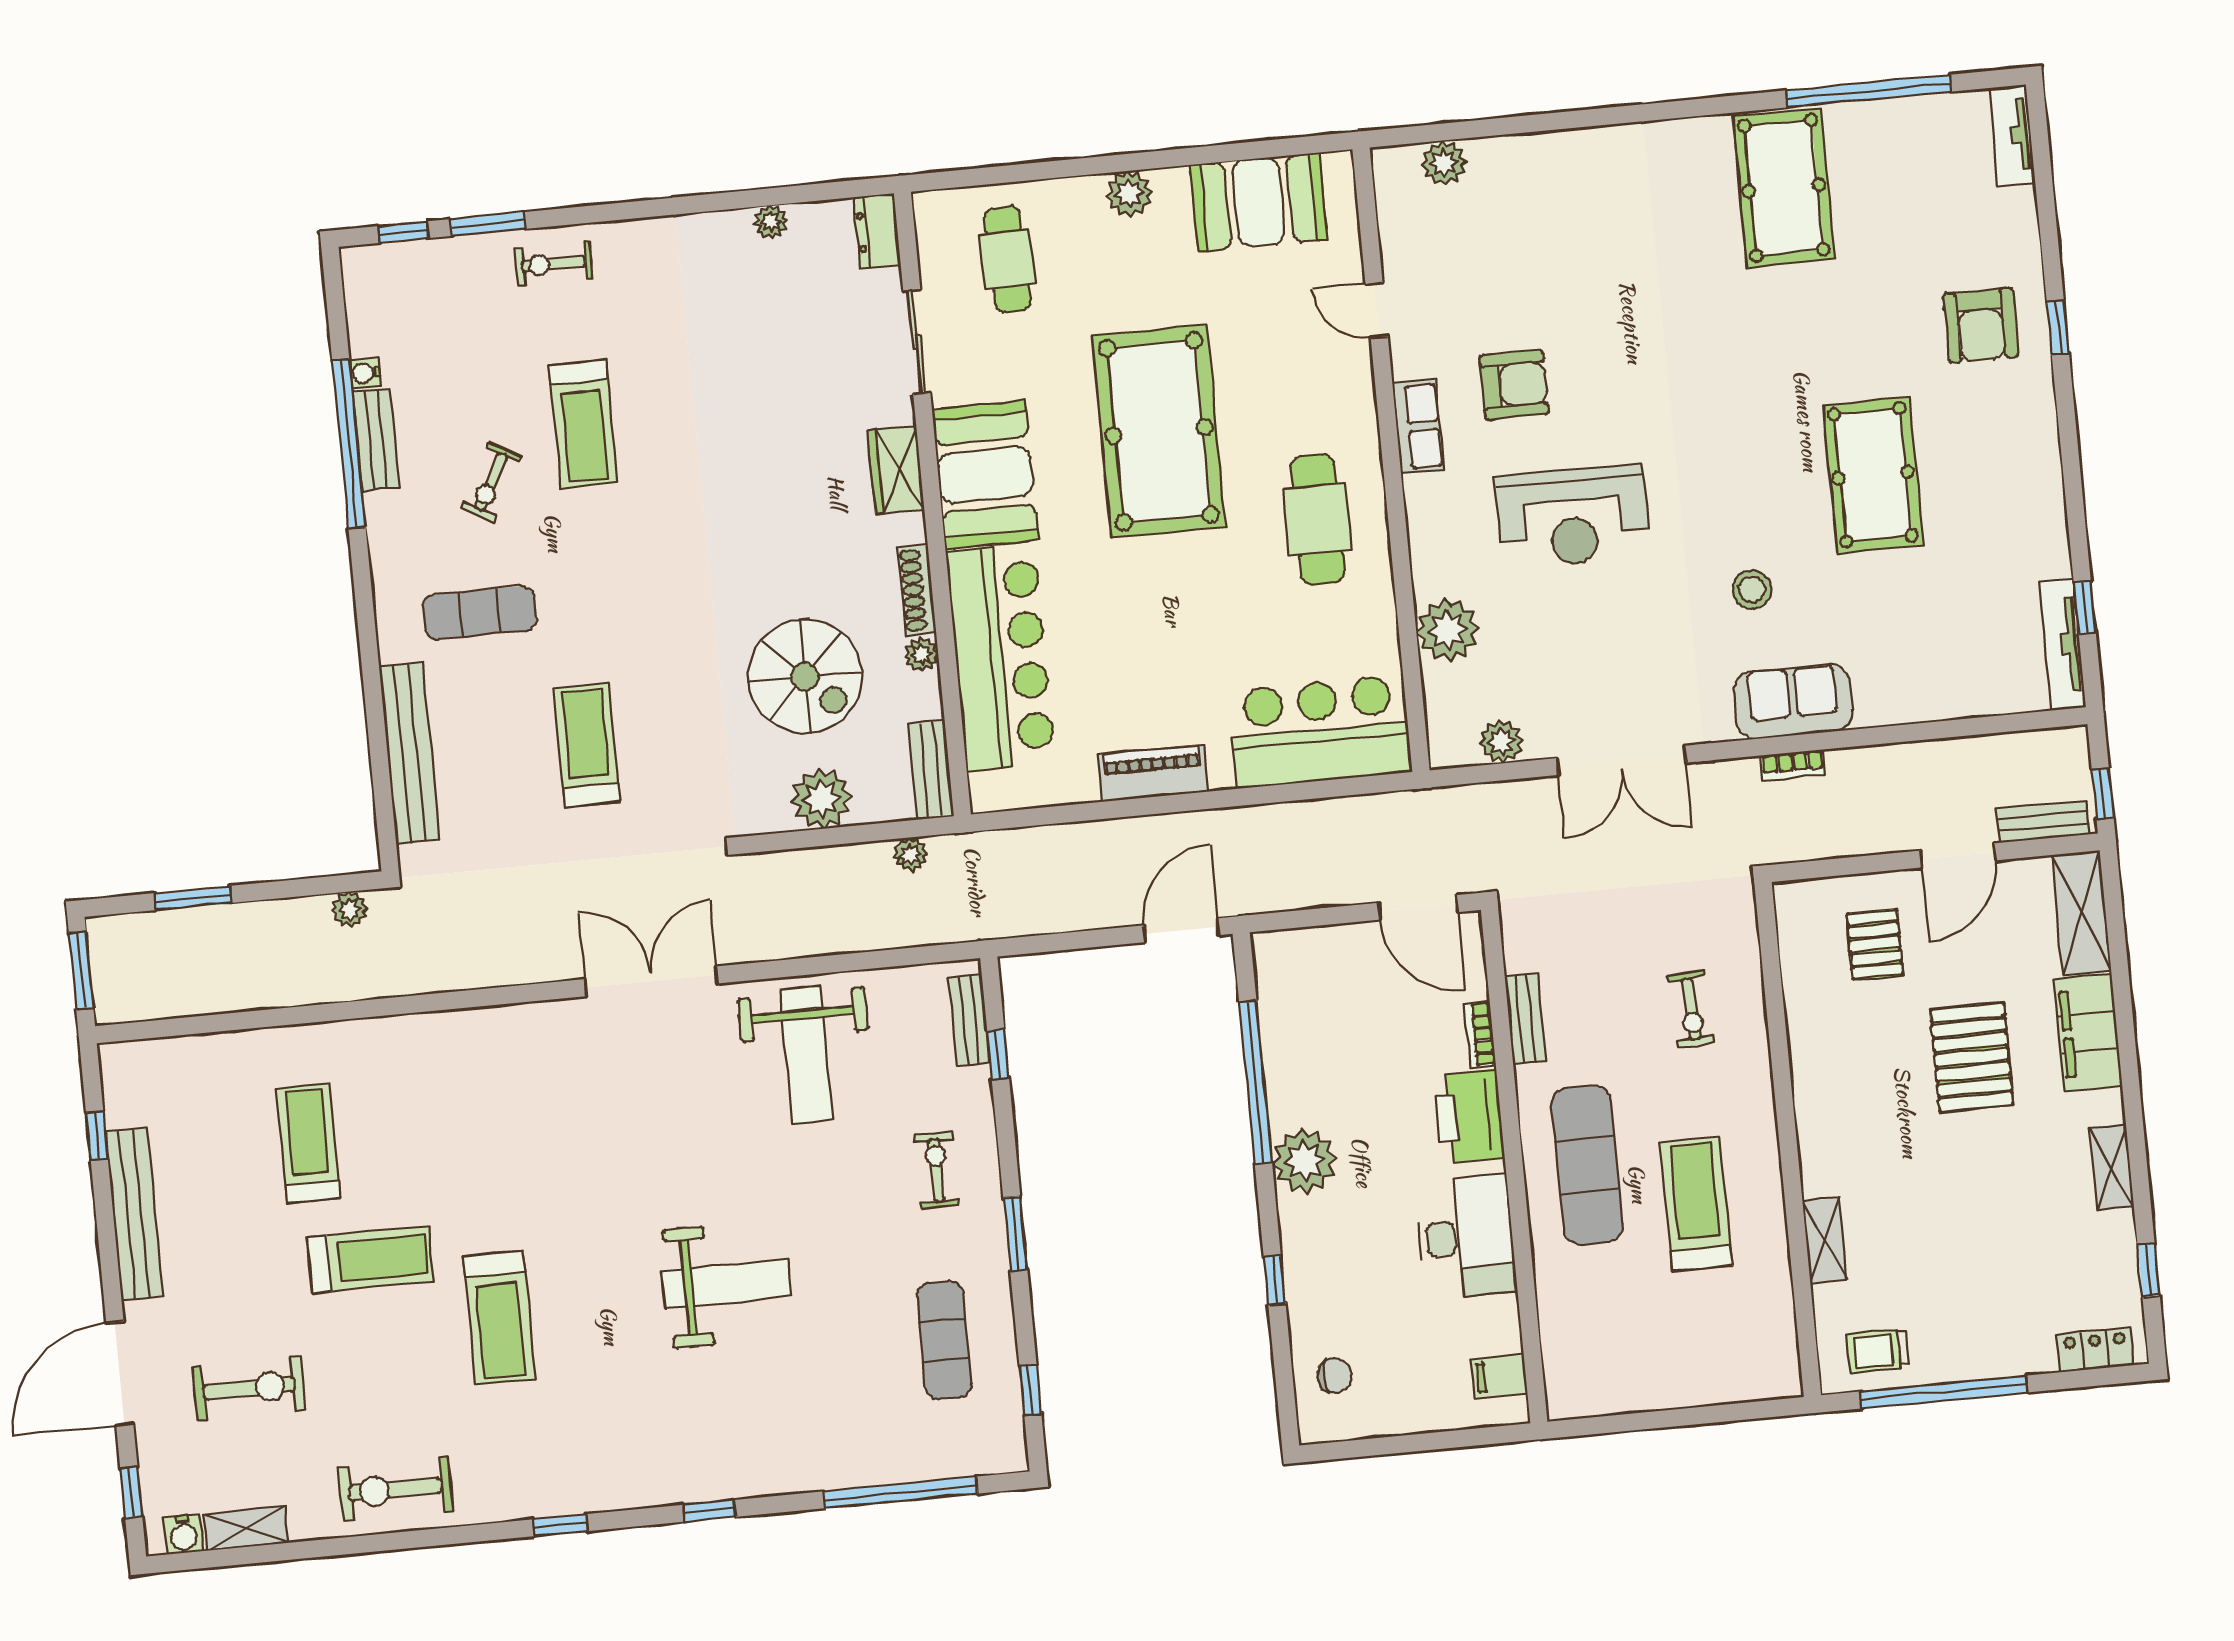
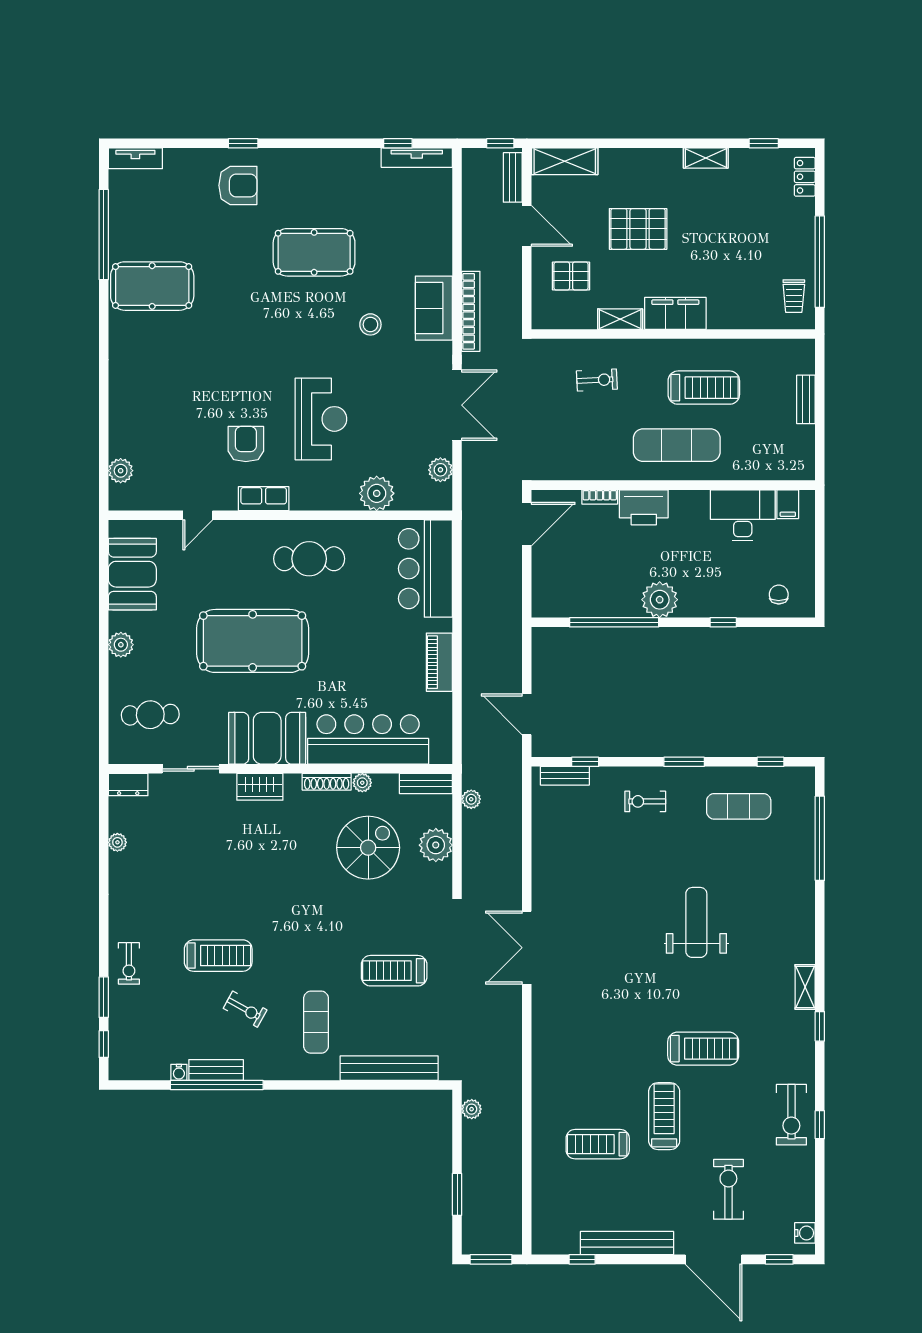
bookcase: (1793, 765) -> (471, 311), width x2.31, depth x1.31
door: (1181, 930) -> (527, 714), moved
bench: (1525, 1019) -> (806, 399), moved, turned 90
filing cabinet: (2088, 1032) -> (675, 313), moved, turned 180
weight bench: (807, 1055) -> (575, 867), removed
treadmill: (1696, 1204) -> (704, 388), turned 180
desk: (1466, 1237) -> (743, 515), moved
shelving: (1825, 1240) -> (620, 319), moved
window: (709, 1511) -> (820, 1125), moved
shelving: (246, 1529) -> (805, 987), moved

